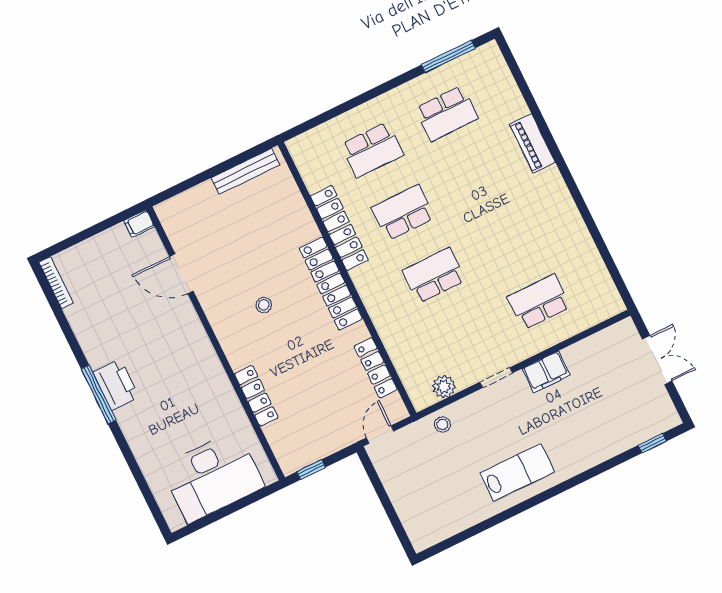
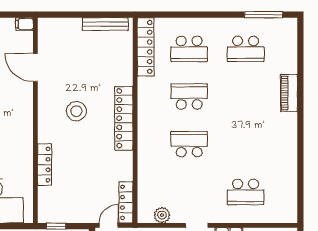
locker: (339, 228) -> (146, 47), moved
school desk: (539, 302) -> (246, 192), turned 180
stool: (264, 305) -> (76, 111), width x1.89, depth x1.89
locker: (376, 368) -> (126, 202), moved

